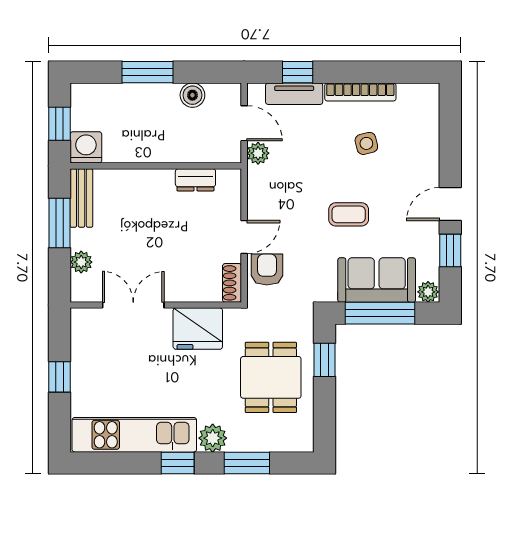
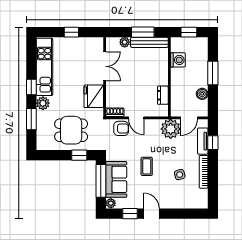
washing machine: (86, 147) -> (178, 60), moved
plant: (258, 153) -> (171, 129), width x1.88, depth x1.88
bench: (81, 198) -> (149, 42), width x1.36

